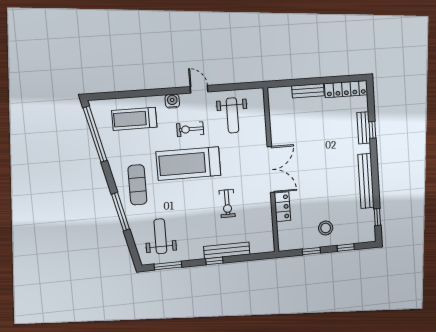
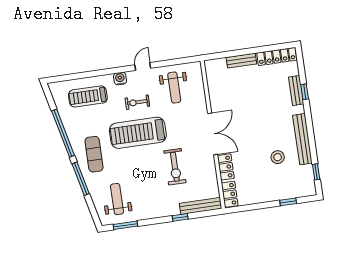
door: (199, 89) -> (143, 67), hinge flipped
window: (95, 134) -> (63, 133), moved
exercise bike: (227, 204) -> (175, 167), width x1.38, depth x1.39
stool: (326, 228) -> (278, 157), moved
locker: (285, 237) -> (230, 194), added
bench: (227, 250) -> (201, 206), moved
window: (311, 251) -> (256, 206), removed
window: (214, 261) -> (180, 217), moved

